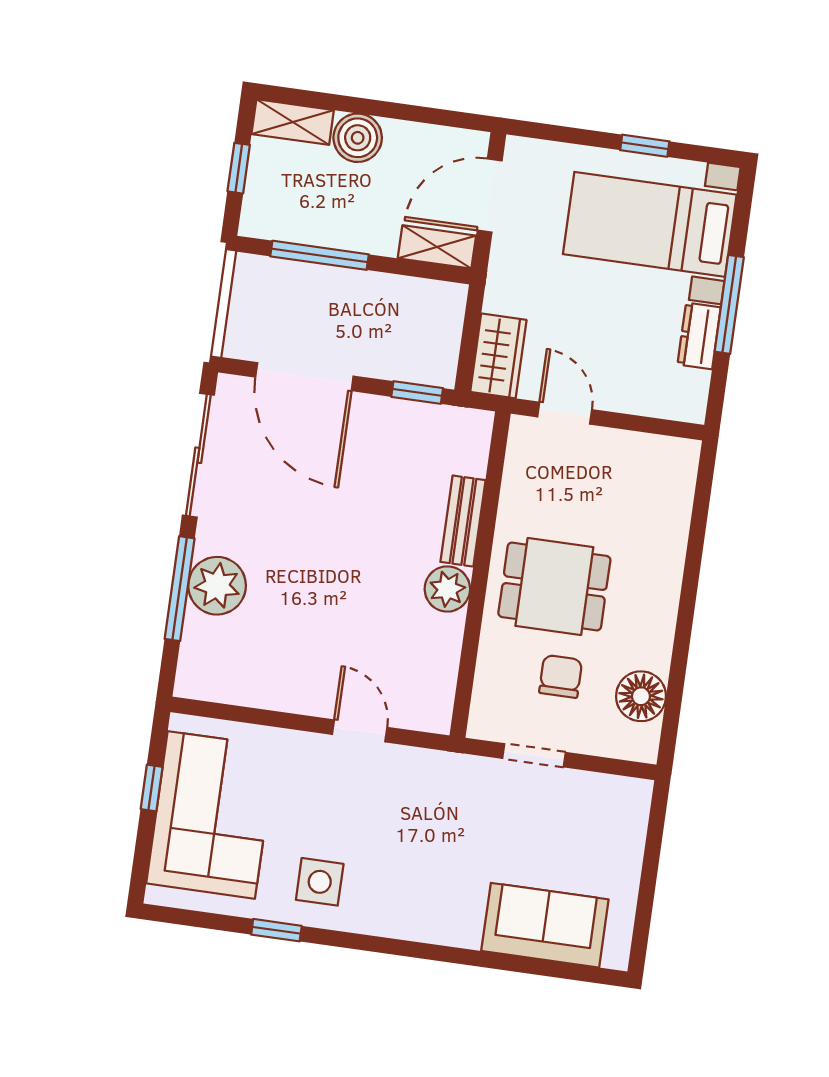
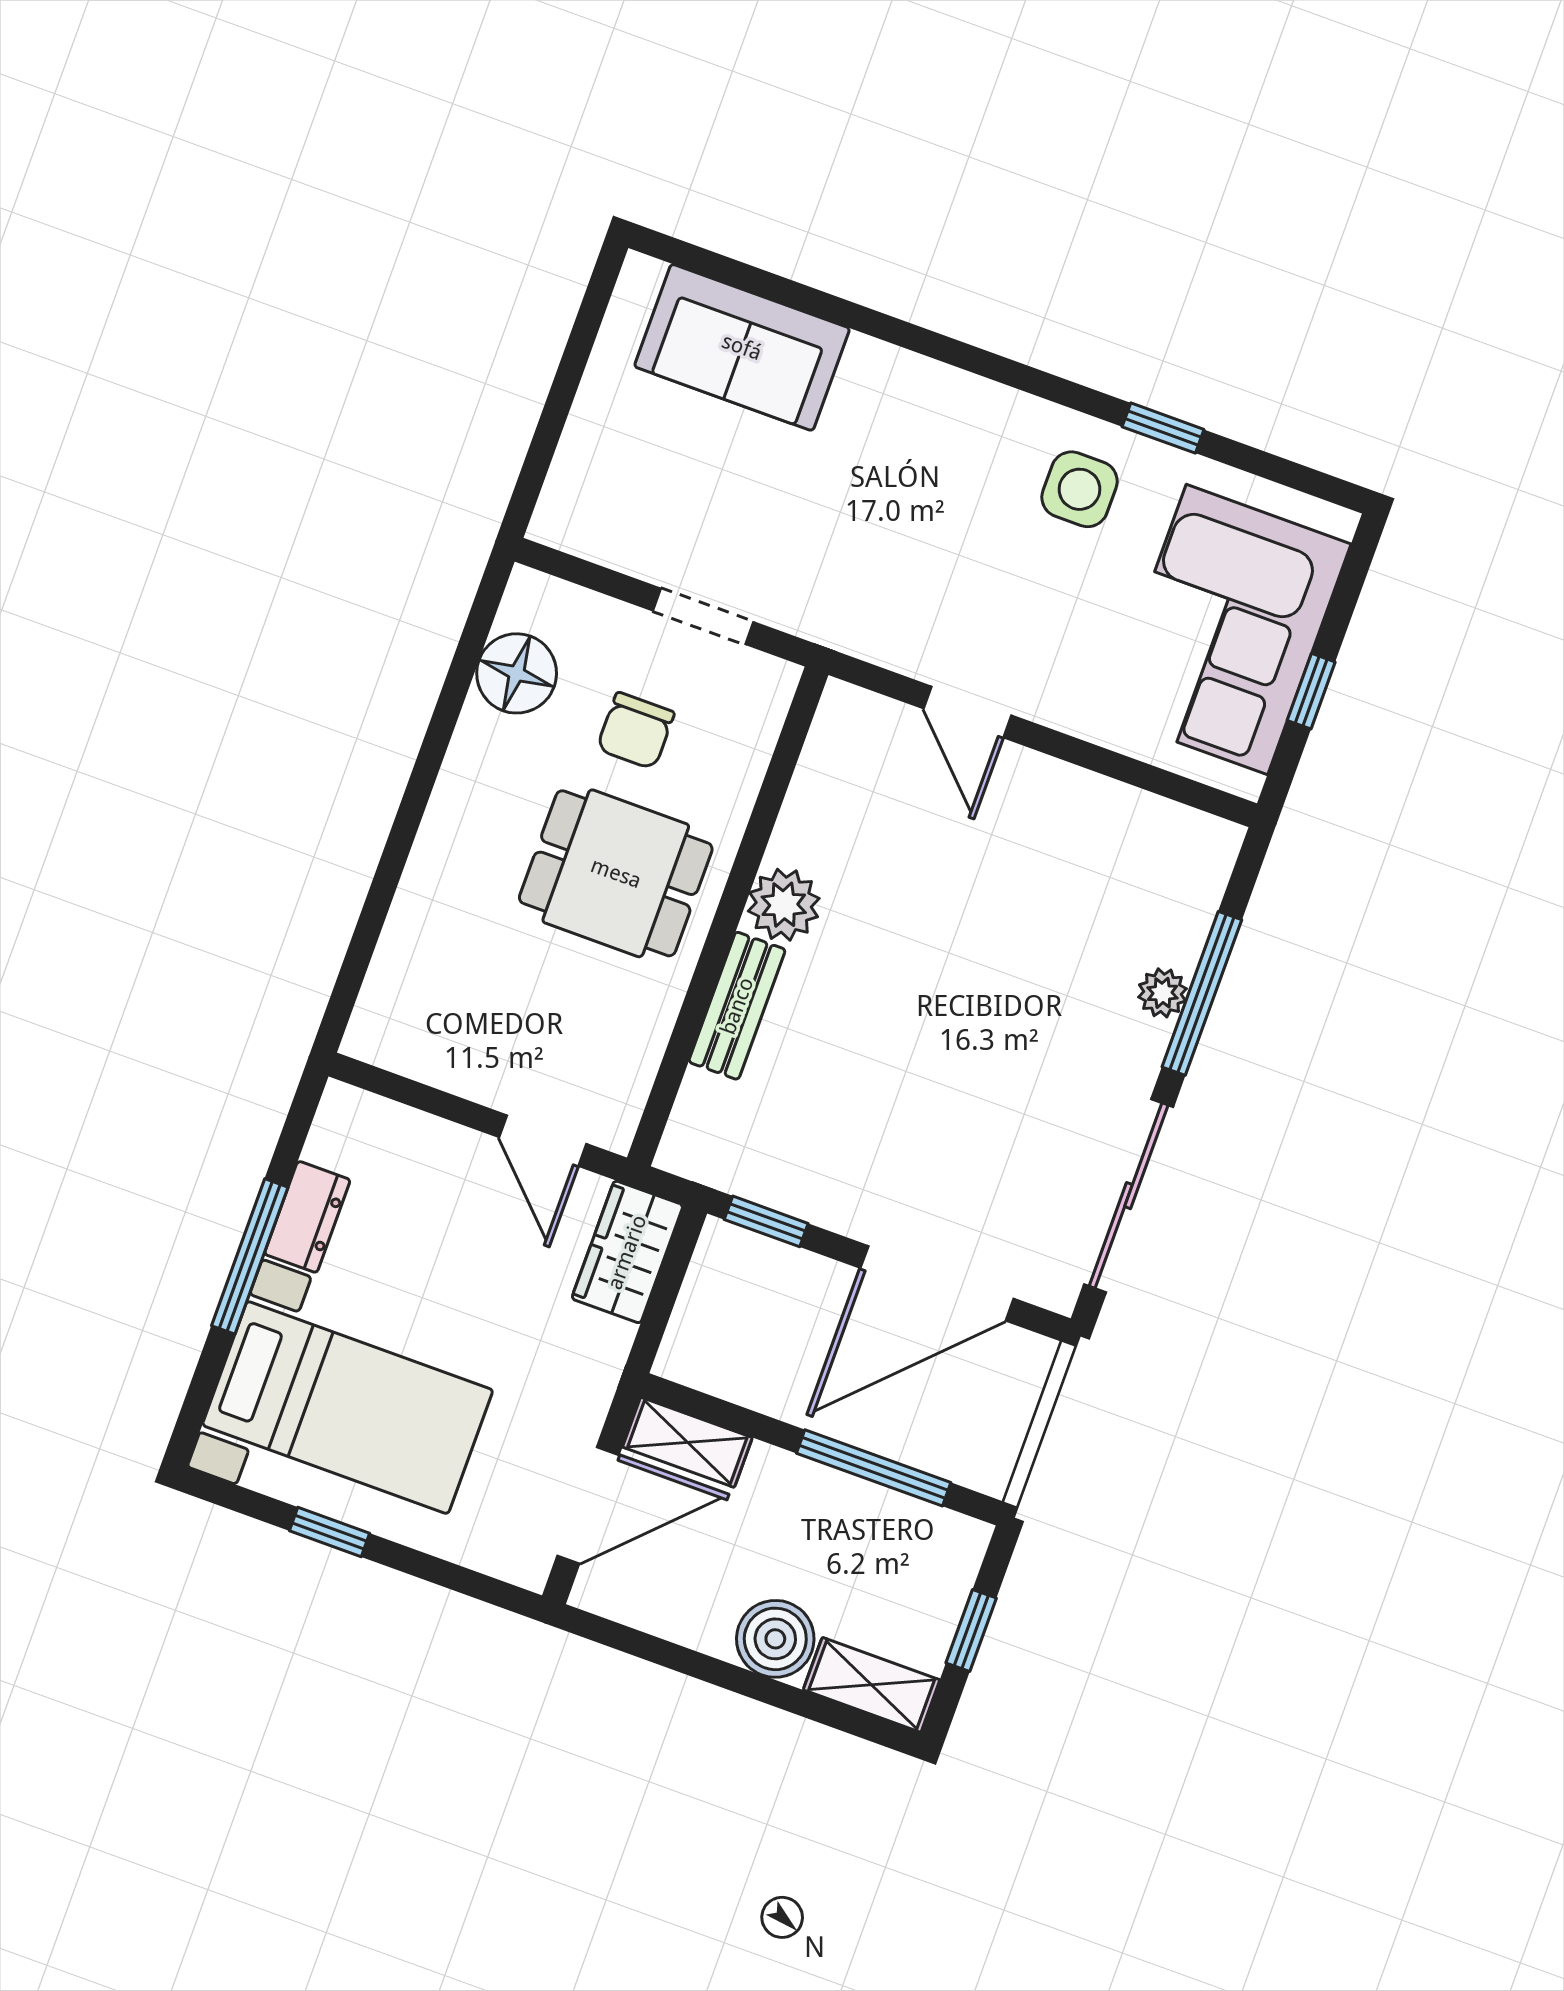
door: (304, 377) -> (937, 1283), swing flipped
plant: (217, 586) -> (1163, 993), width x0.53, depth x0.53

